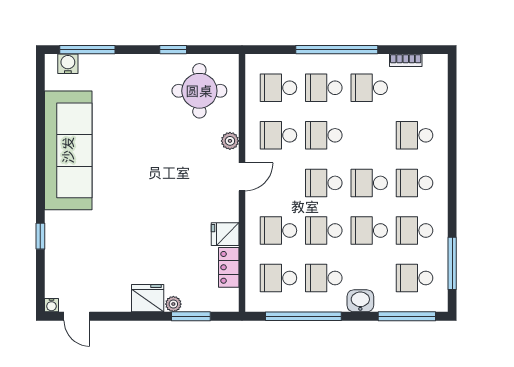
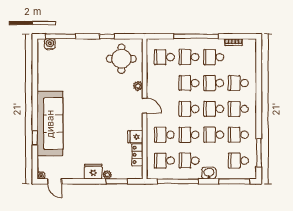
school desk: (278, 135) -> (214, 83), moved
sofa: (68, 150) -> (50, 124), moved
door: (242, 177) -> (145, 106), hinge flipped

